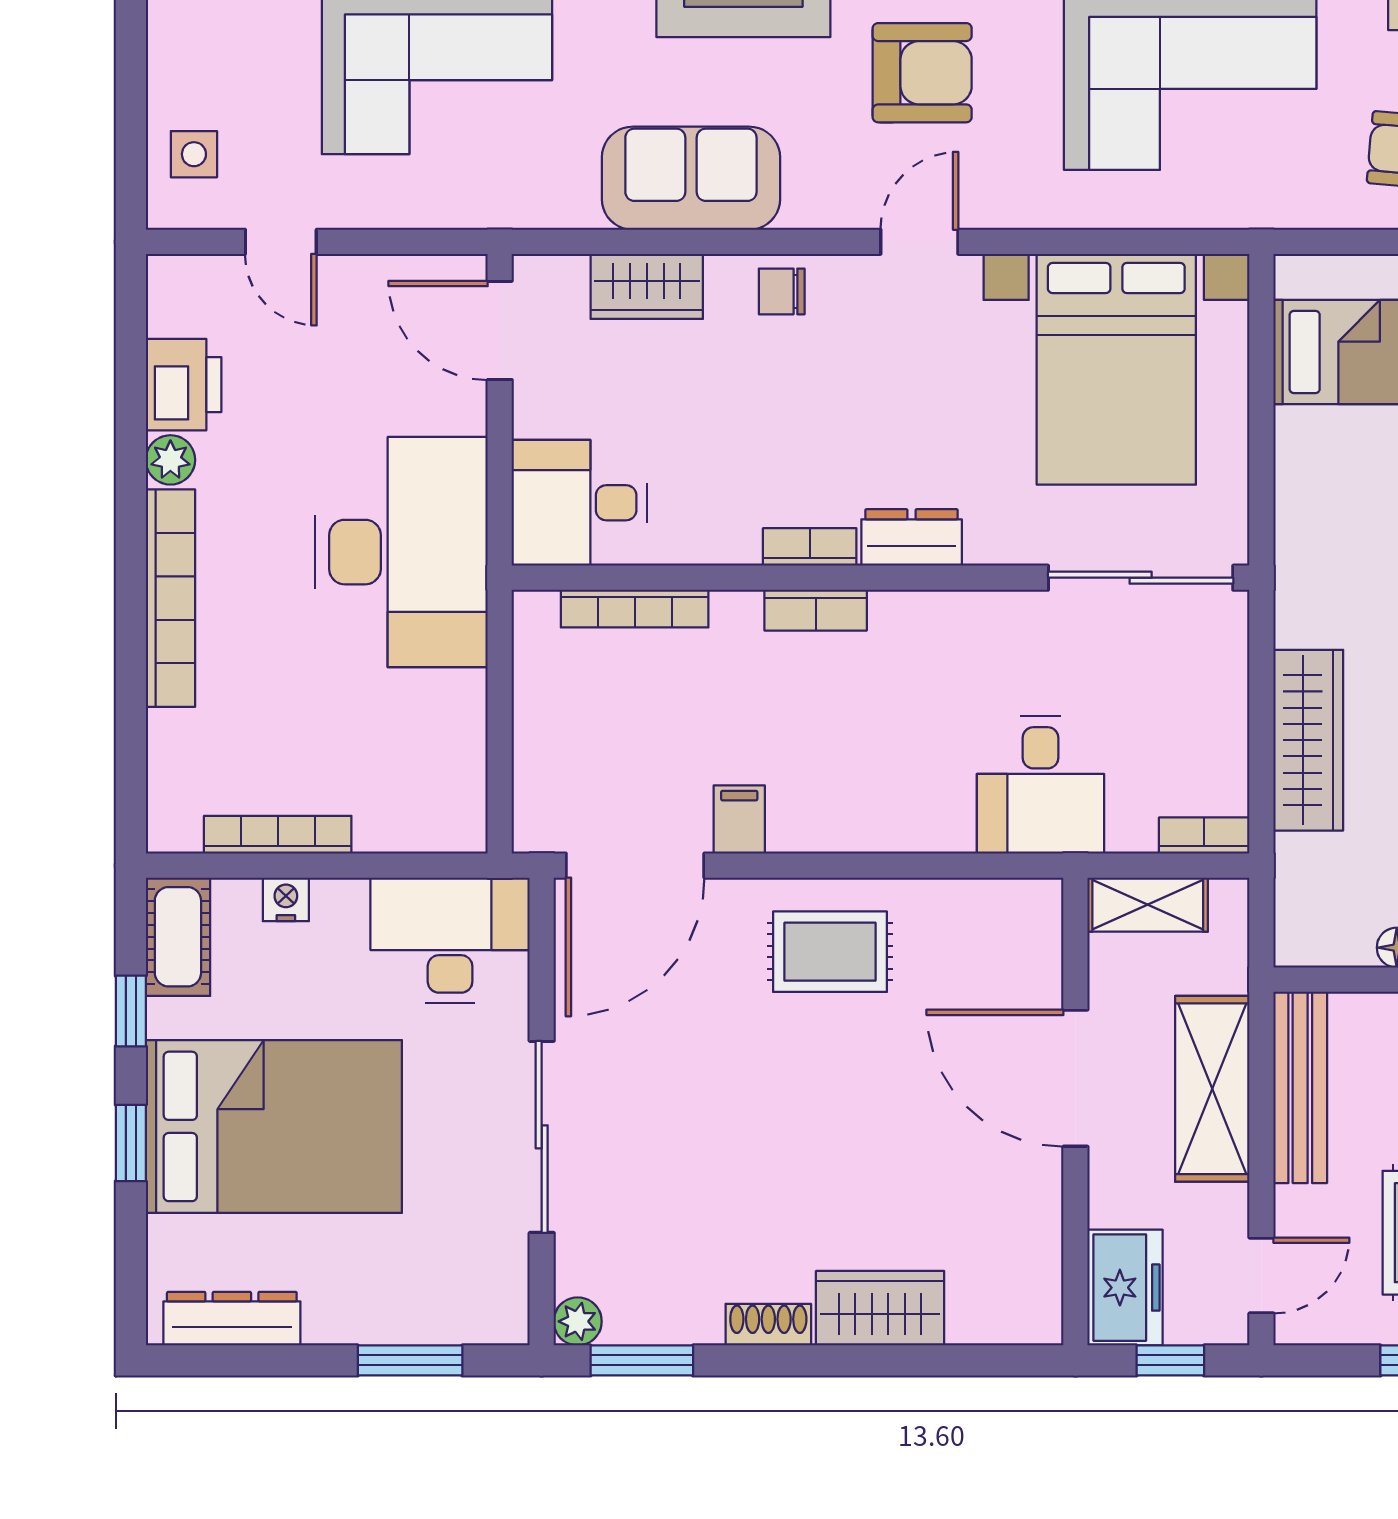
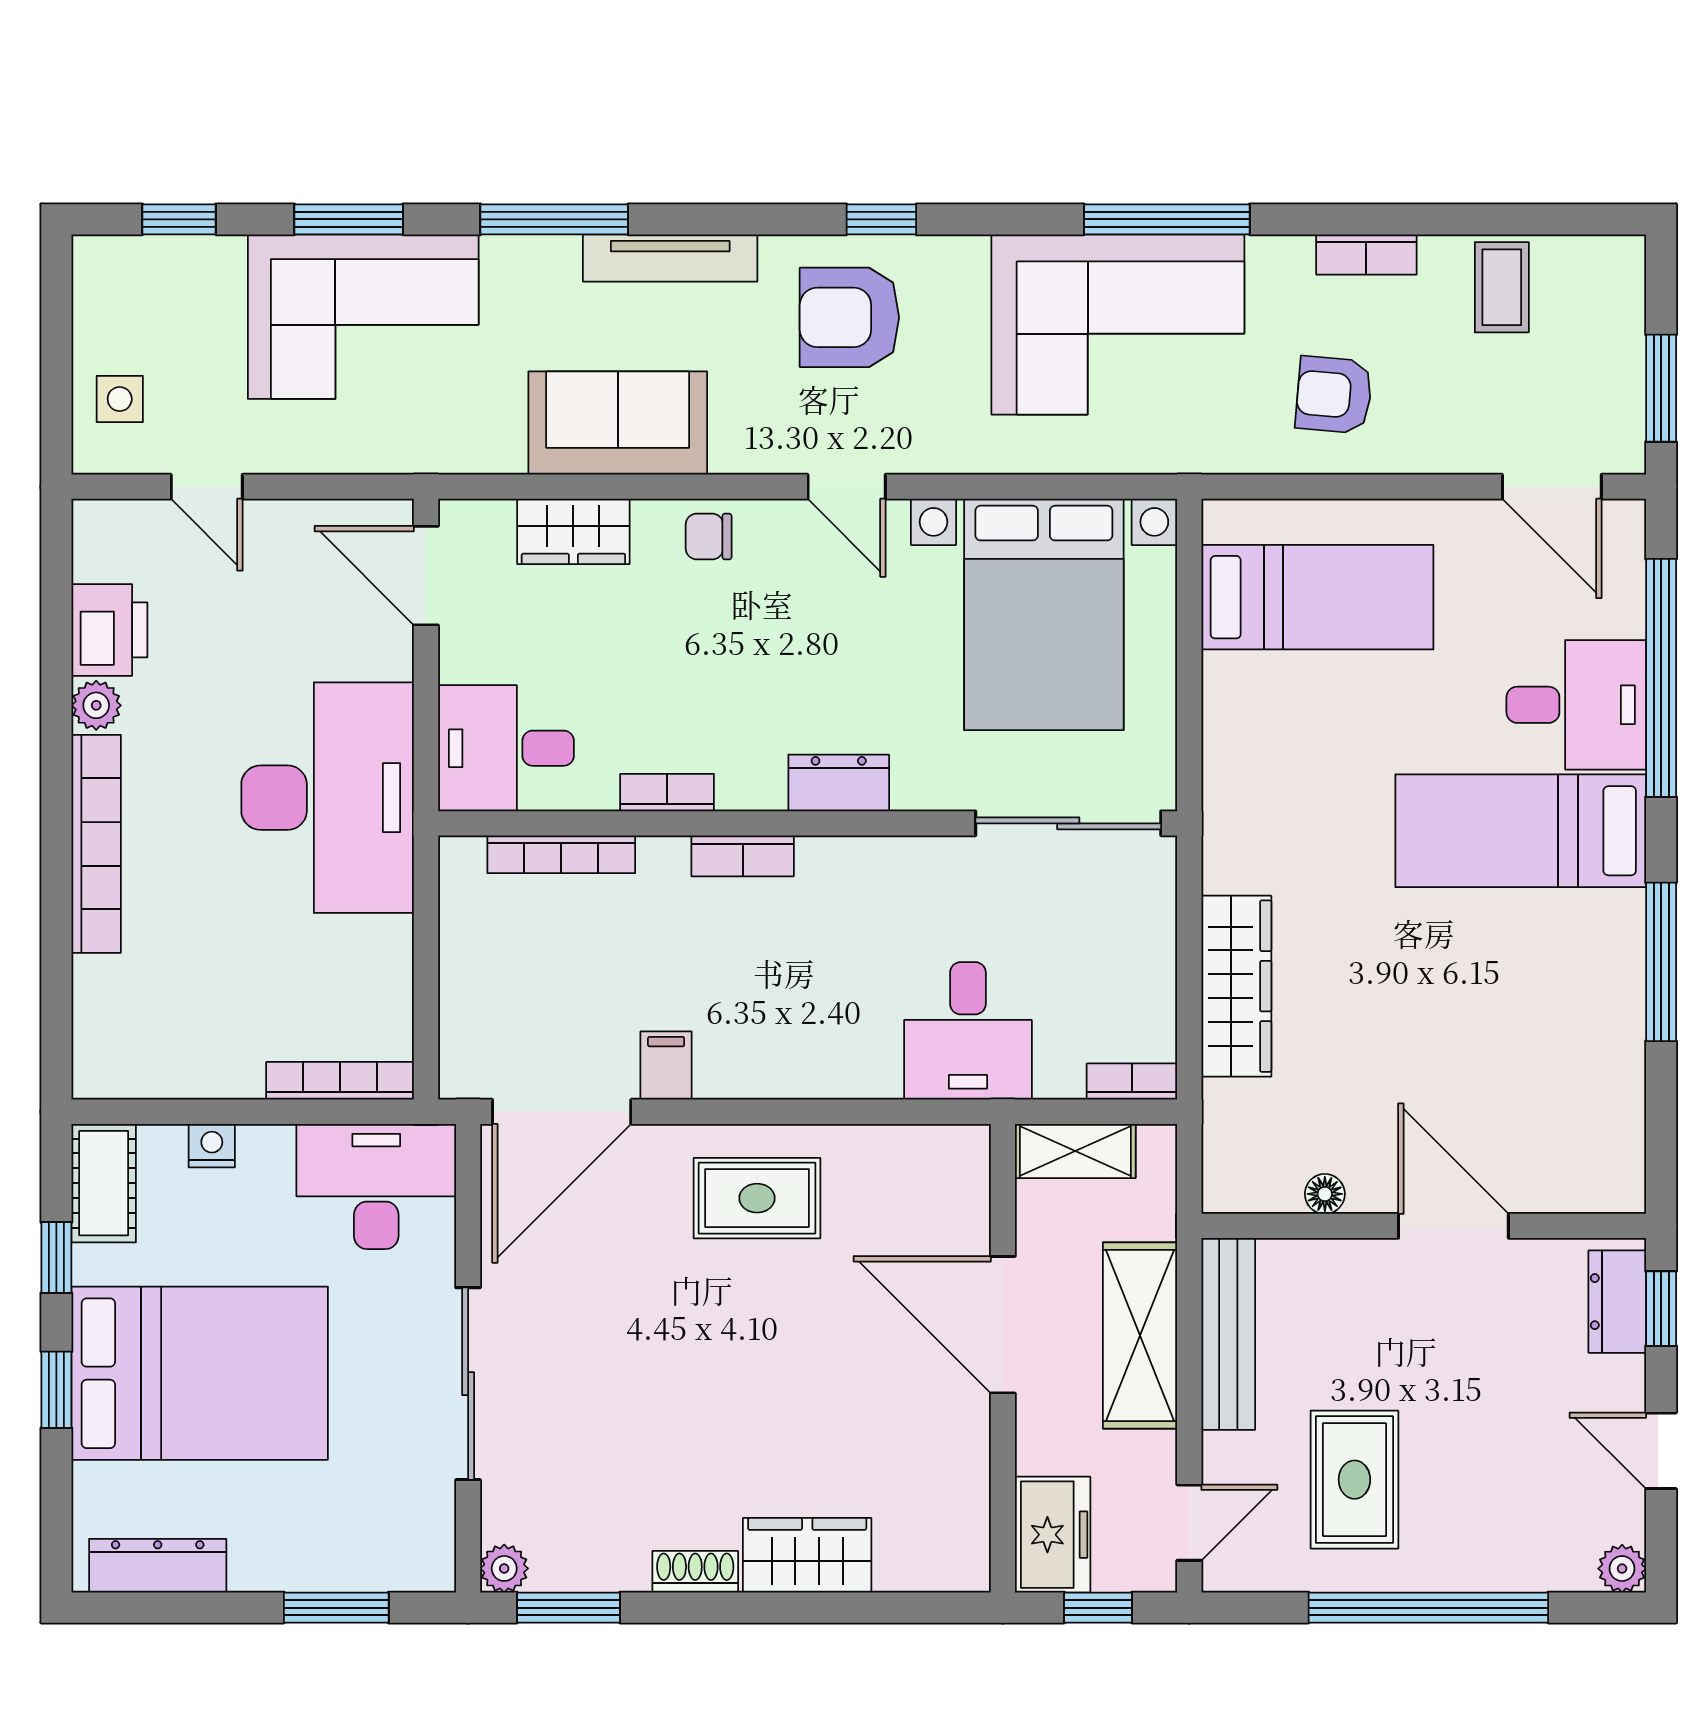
armchair: (922, 73) -> (849, 317), turned 180
door: (919, 242) -> (847, 487), swing flipped
bookcase: (810, 547) -> (667, 793), moved
bookcase: (278, 835) -> (340, 1081), moved

